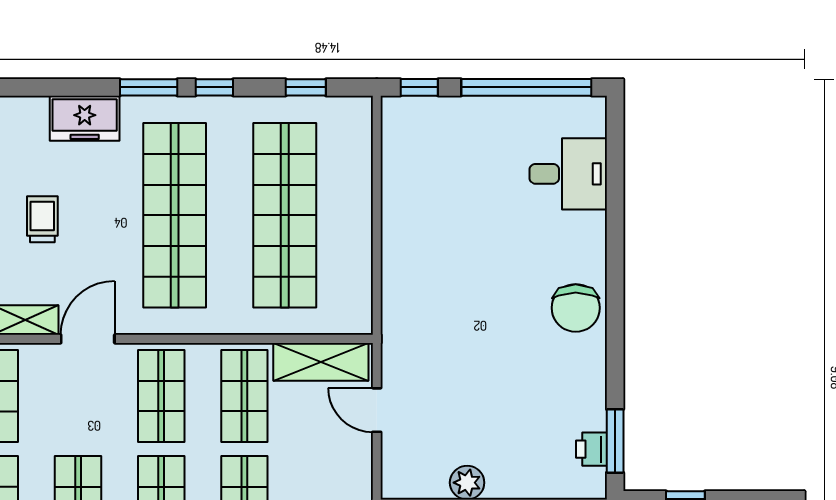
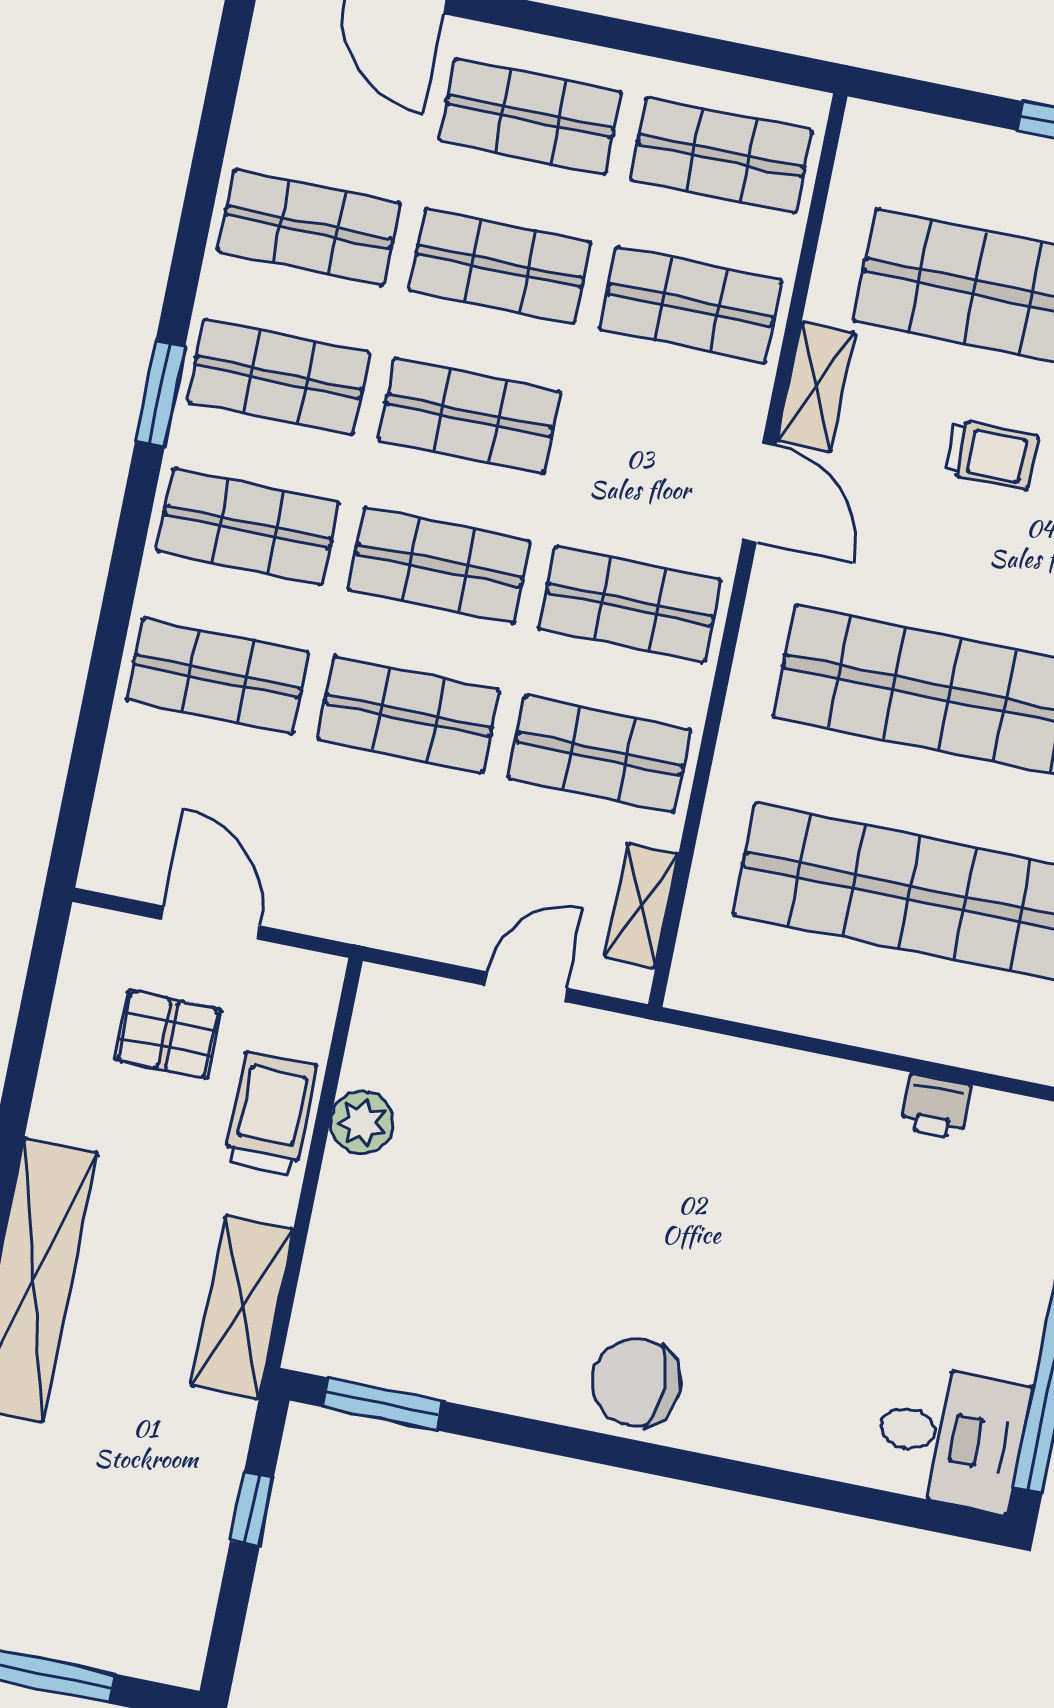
desk: (568, 174) -> (951, 1437), moved, turned -90
shelving: (321, 362) -> (641, 906), width x0.67, depth x0.75
printer: (591, 449) -> (936, 1106), moved, turned 180

